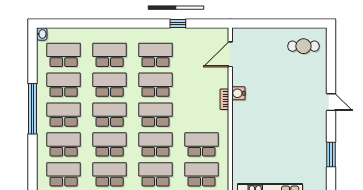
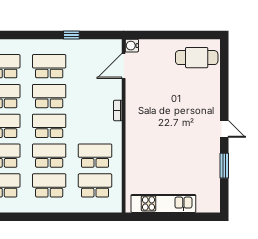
cafe table: (303, 46) -> (197, 58), width x1.37, depth x1.35
water cooler: (238, 93) -> (132, 46), moved
door: (331, 102) -> (224, 129), moved

